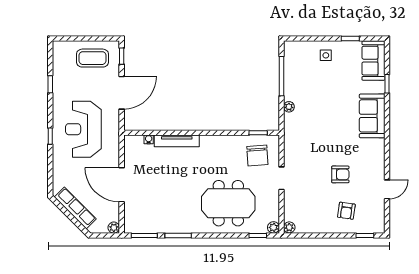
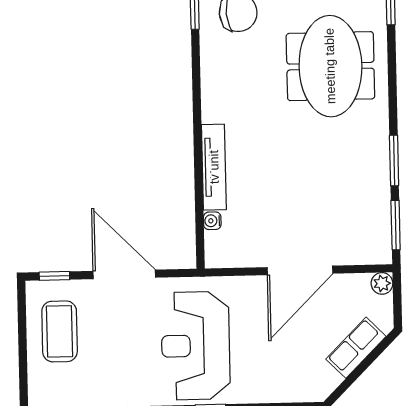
reception desk: (83, 129) -> (196, 346), turned 90
row of seats: (75, 208) -> (356, 348), width x0.68

